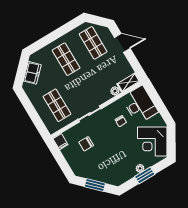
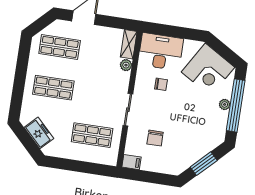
window: (145, 175) -> (236, 106), width x2.11

